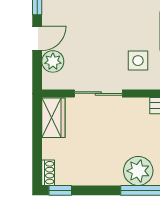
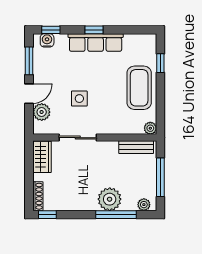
side table: (138, 61) -> (79, 99), moved
shoe rack: (48, 173) -> (38, 196), width x1.43

